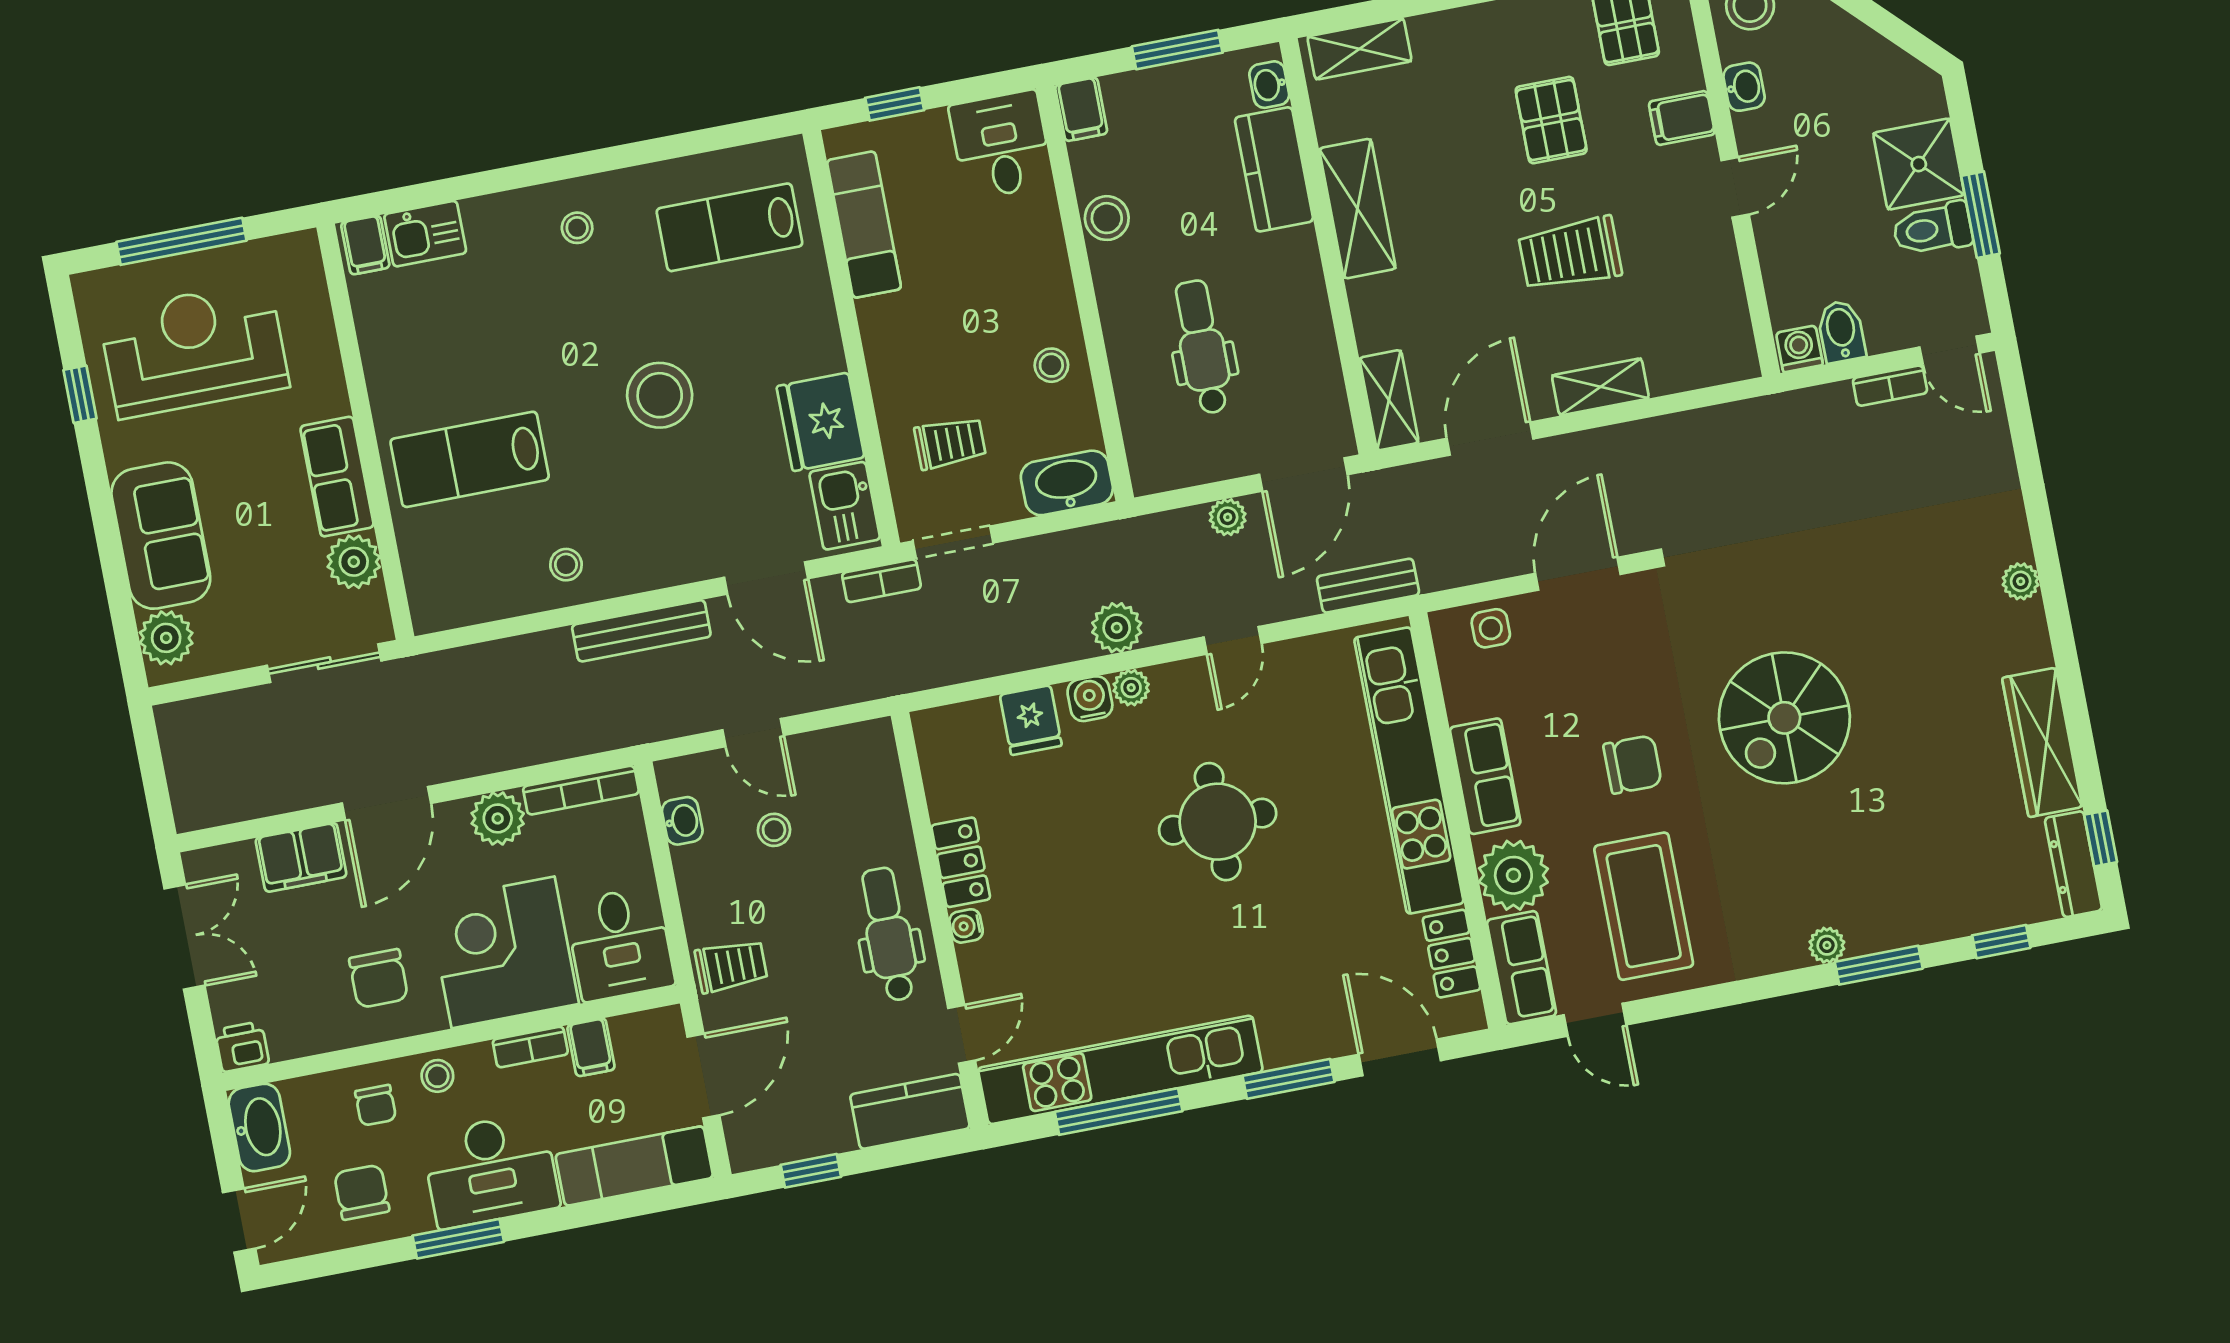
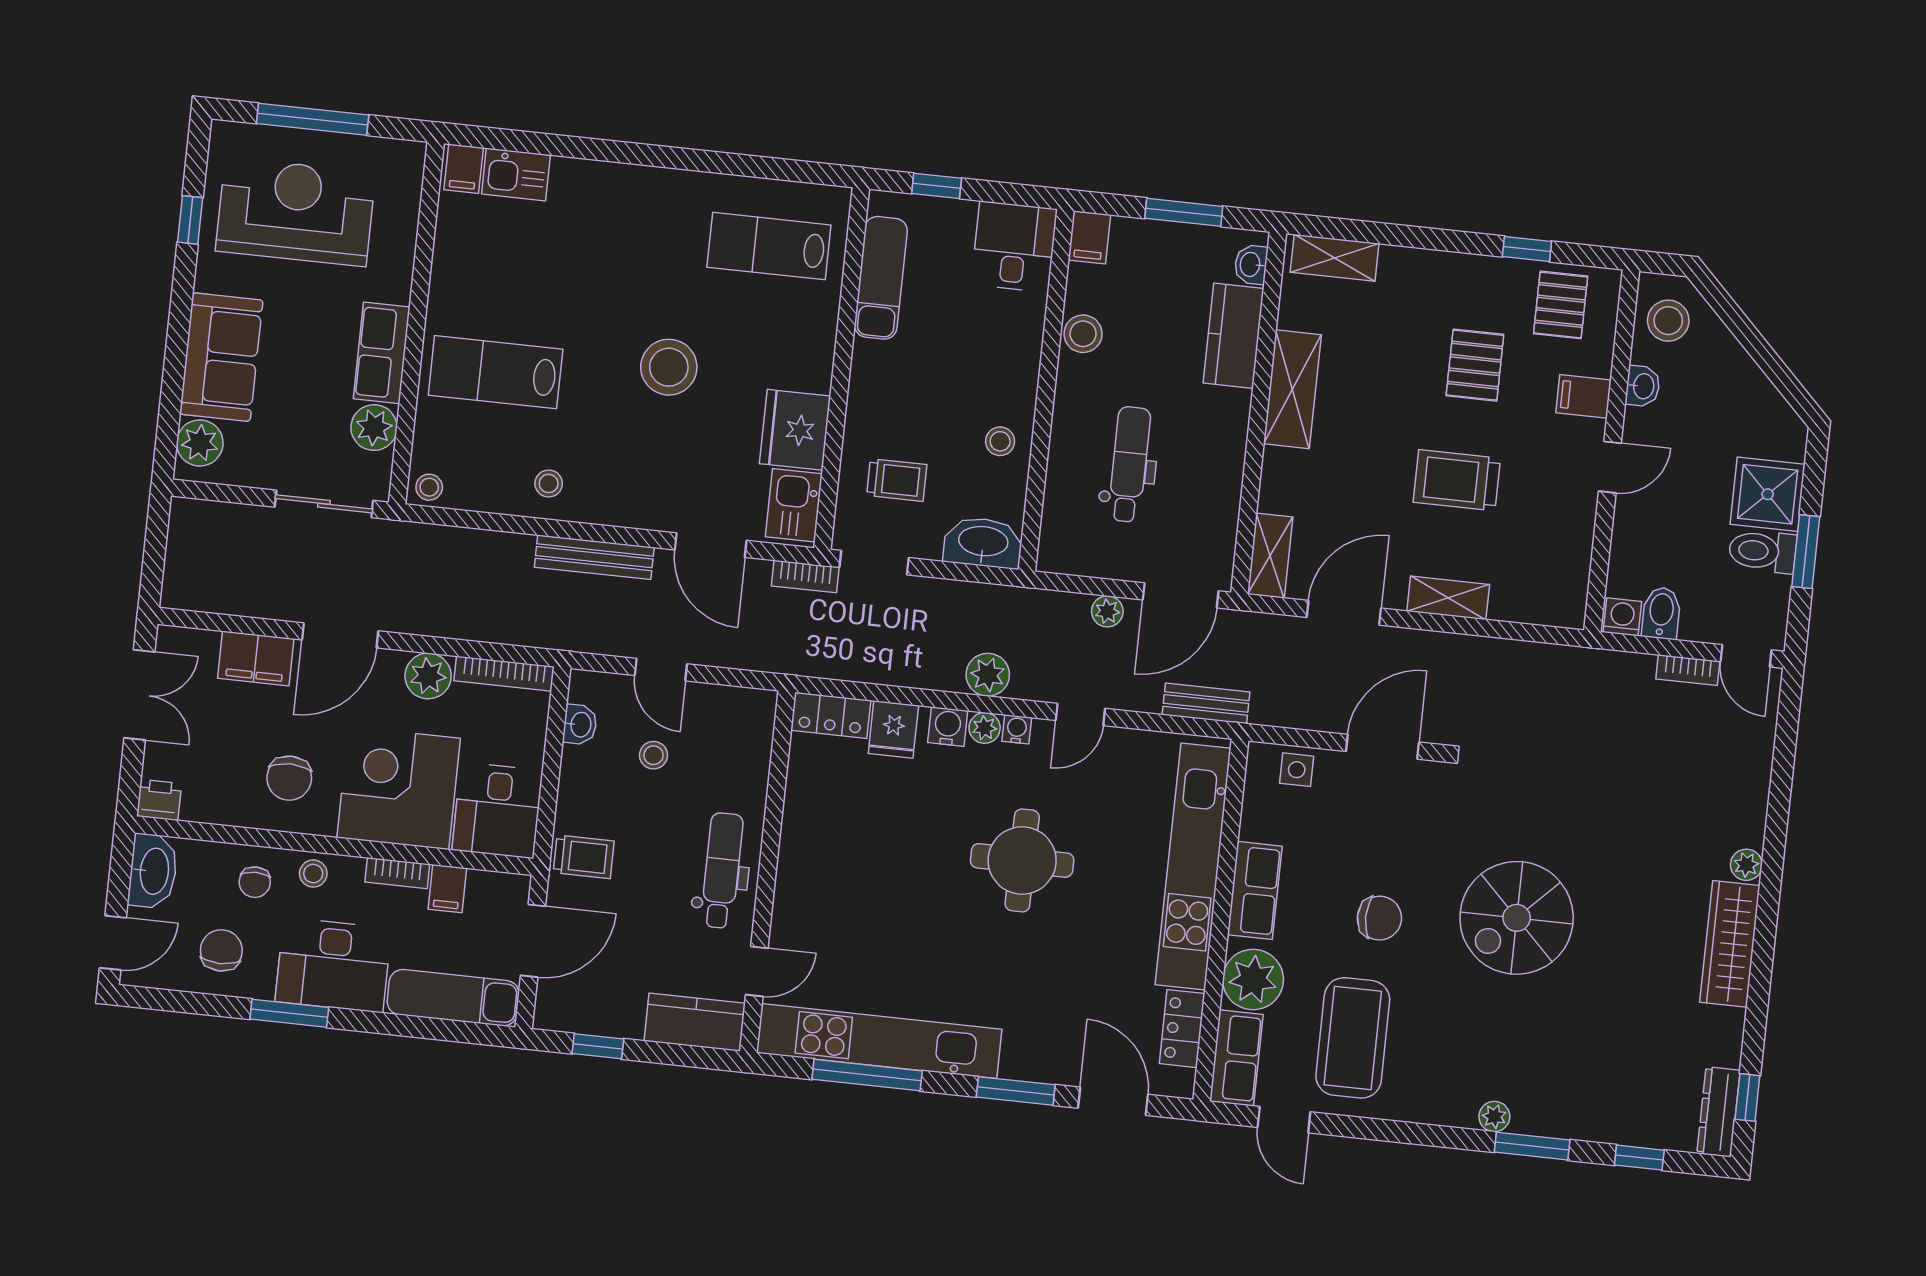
stool: (577, 228) -> (429, 487), moved
wardrobe: (2042, 742) -> (1730, 944), moved
locker: (961, 862) -> (831, 715), moved, turned 90
water cooler: (966, 926) -> (1017, 729), moved, turned 90

